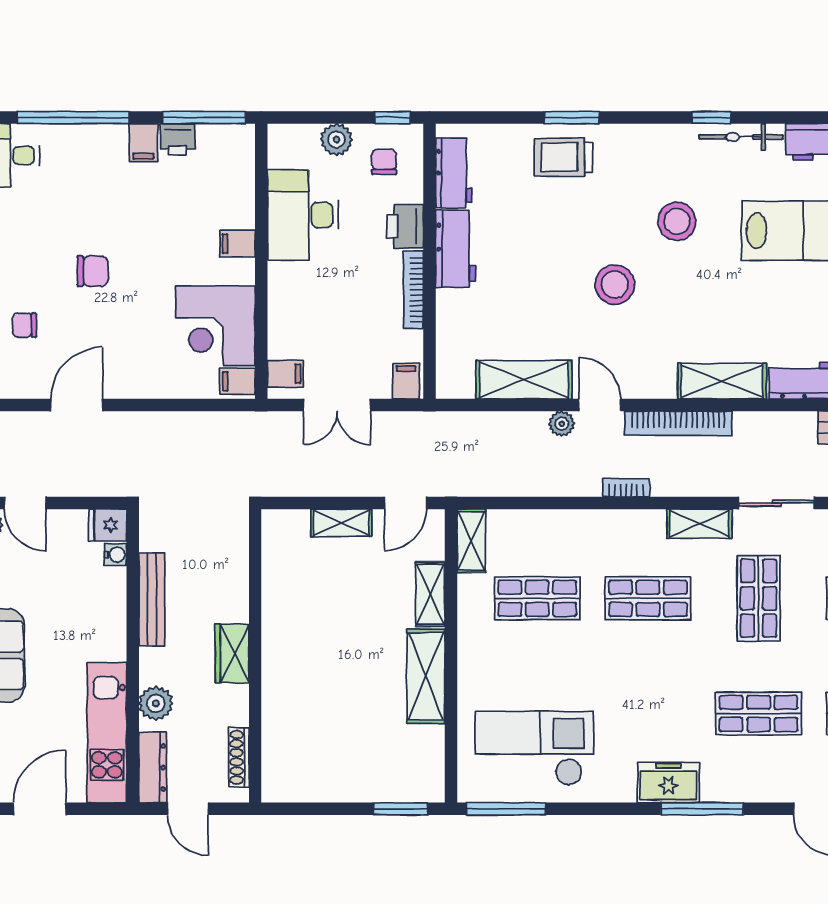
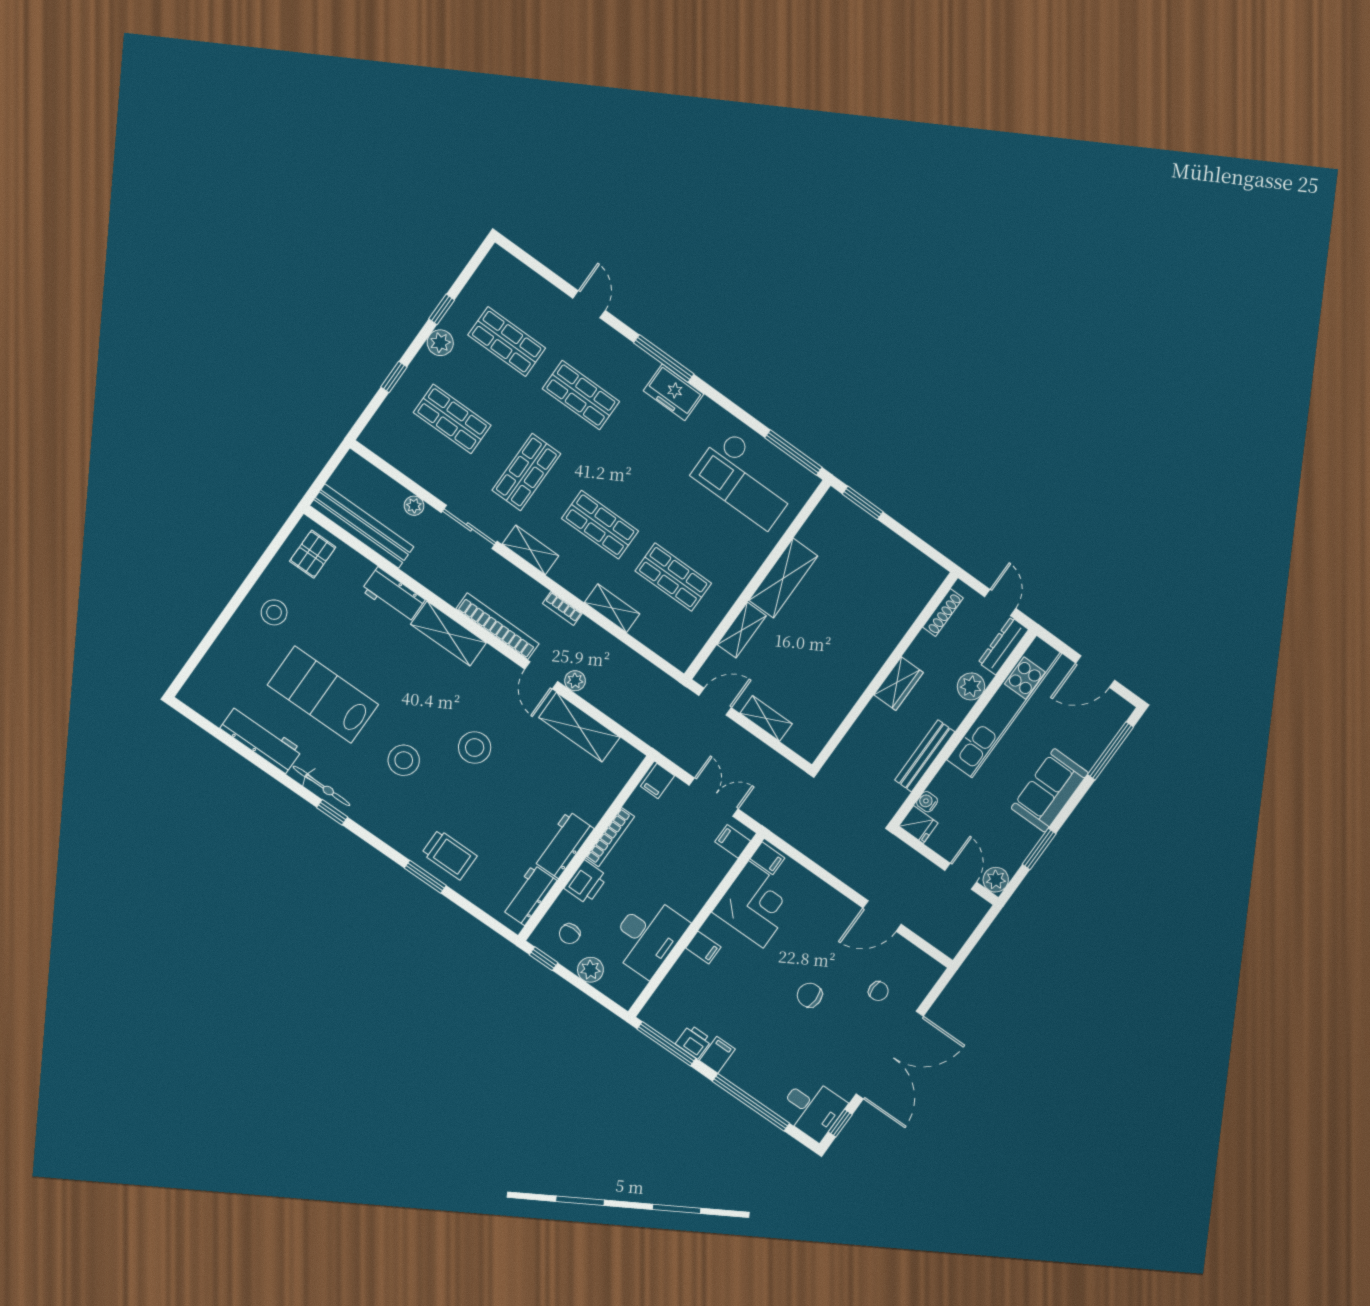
shelving: (471, 541) -> (612, 608), moved, turned 90
kitchen unit: (107, 733) -> (1004, 707), width x1.36

